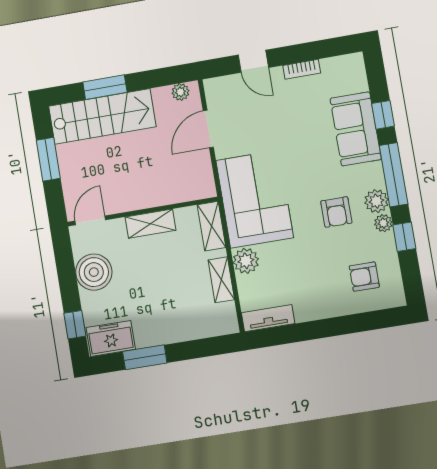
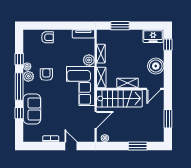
stairs: (102, 116) -> (119, 98), moved, turned 180
armchair: (364, 277) -> (47, 37), moved
window: (145, 357) -> (120, 26), moved

